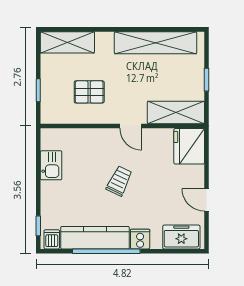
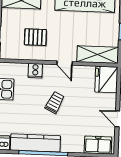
cooker: (140, 239) -> (35, 71), moved, turned 180

